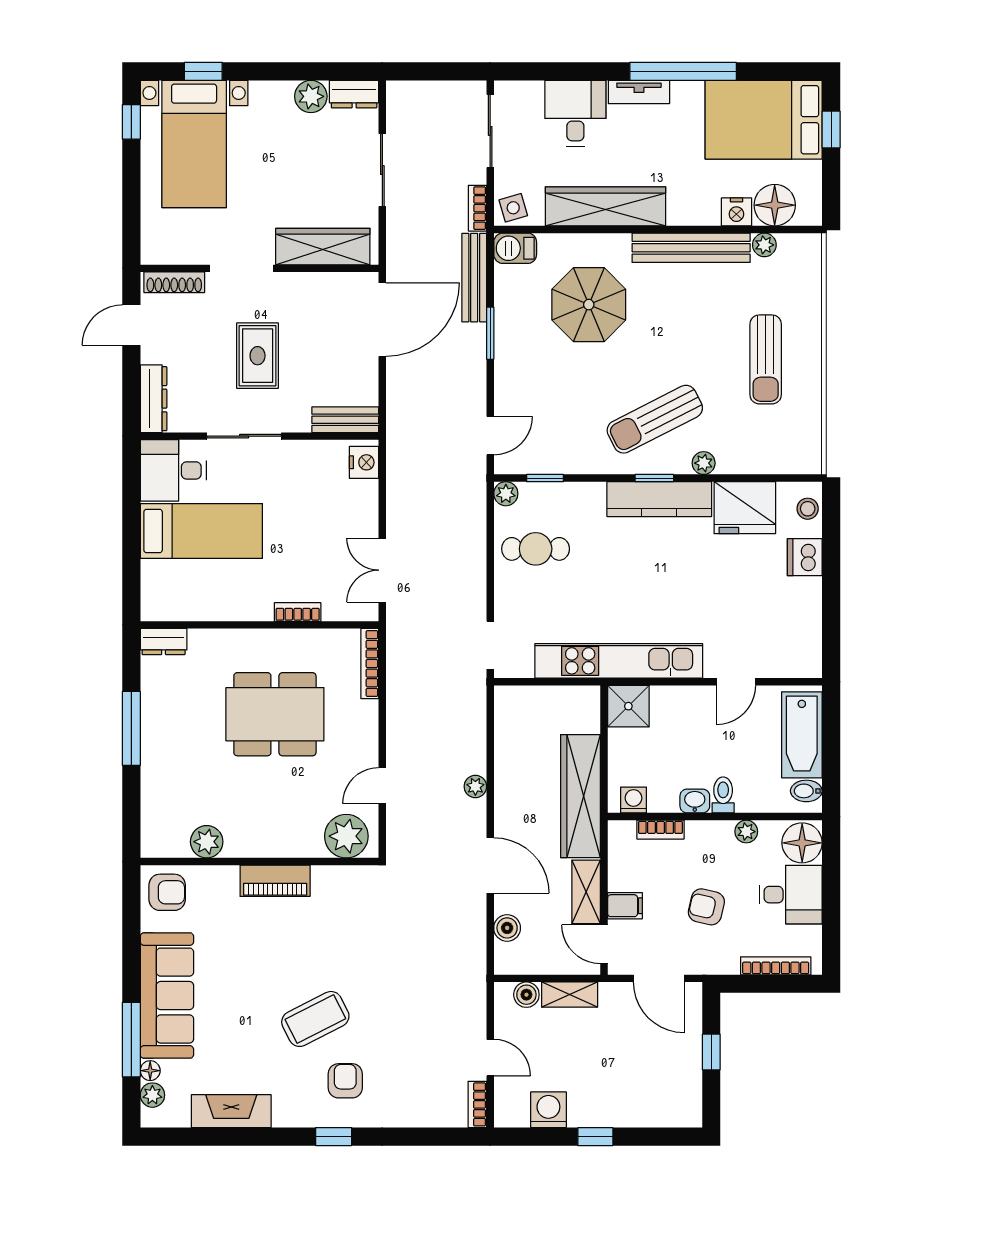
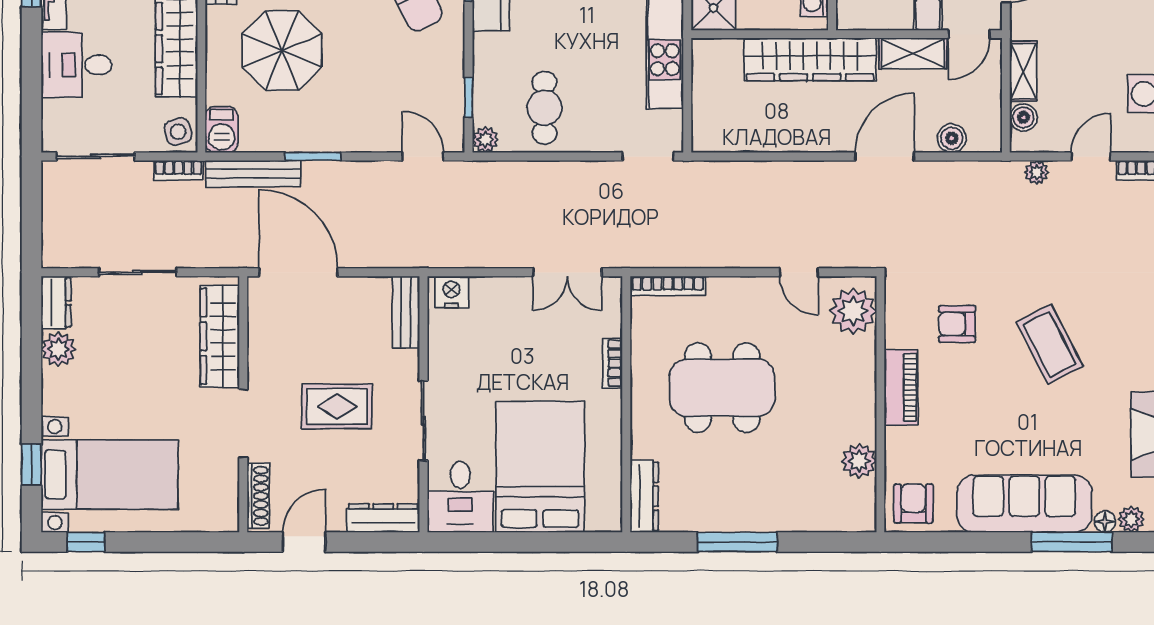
door: (131, 325) -> (304, 542), swing flipped
bed: (201, 531) -> (540, 467), width x1.50
dresser: (164, 642) -> (644, 496), width x1.44
dining table: (275, 714) -> (722, 388), turned 90
plant: (475, 786) -> (1037, 172), moved
armchair: (345, 1081) -> (957, 324), moved

